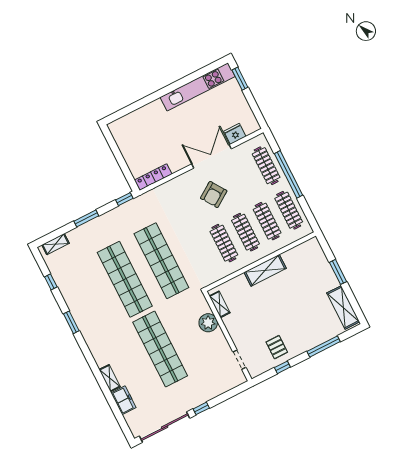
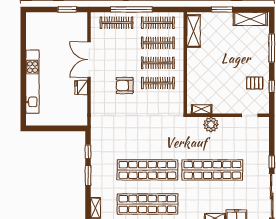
window: (240, 79) -> (67, 9), moved
kitchen unit: (198, 87) -> (32, 82), moved
fridge: (235, 134) -> (81, 87), moved
locker: (153, 177) -> (83, 111), removed
armchair: (214, 195) -> (125, 86), moved, turned 124
window: (124, 199) -> (88, 152), moved
shop shelf: (161, 261) -> (147, 204), moved
shelving: (265, 270) -> (193, 31), moved

